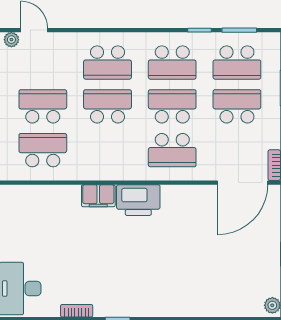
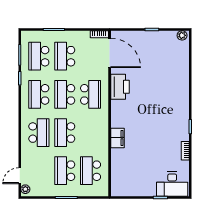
school desk: (172, 63) -> (39, 94), turned 180
school desk: (237, 63) -> (39, 56), turned 180
printer: (138, 200) -> (120, 87), moved

